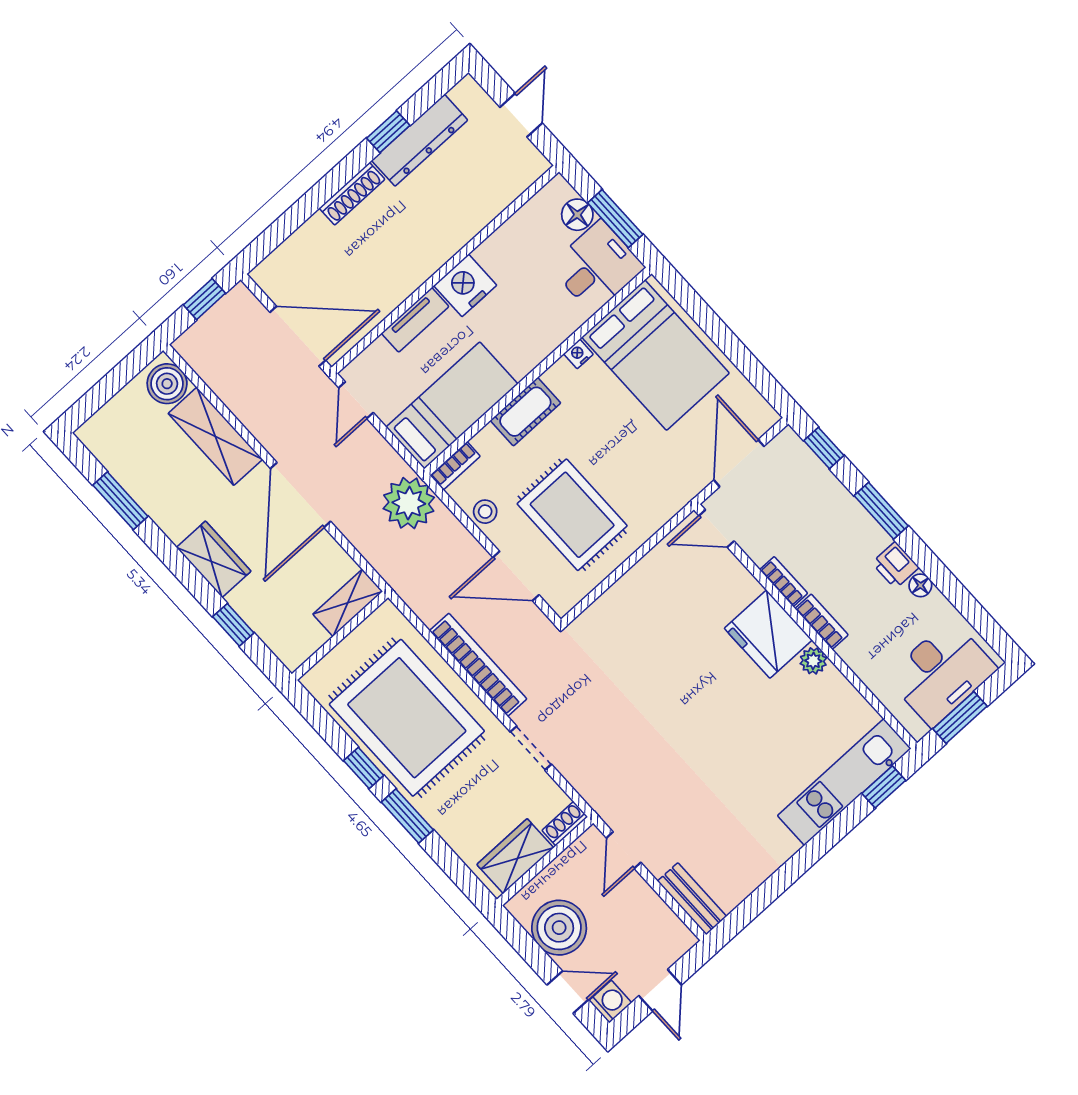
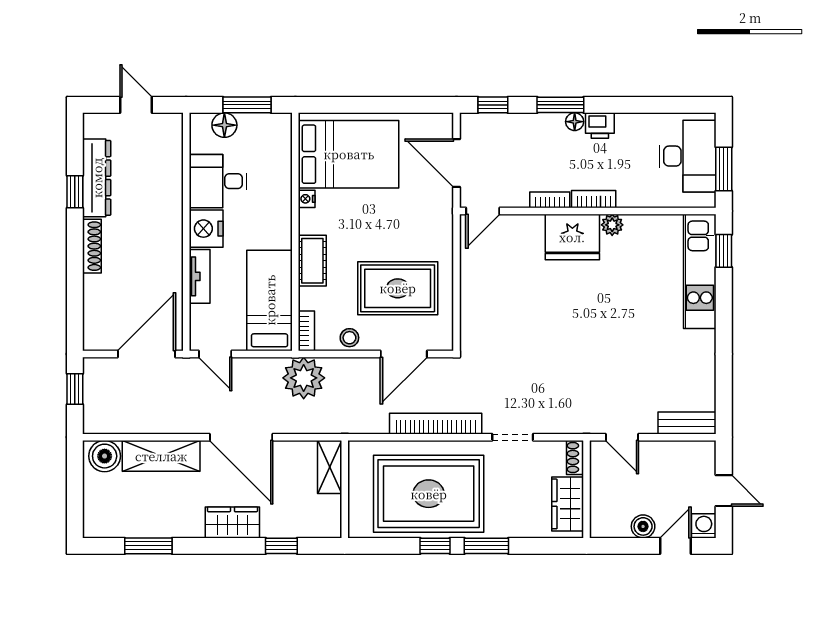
desk: (597, 267) -> (218, 181), moved, turned -90
floor lamp: (920, 585) -> (575, 122), moved
boiler: (559, 928) -> (643, 526), width x0.54, depth x0.54

